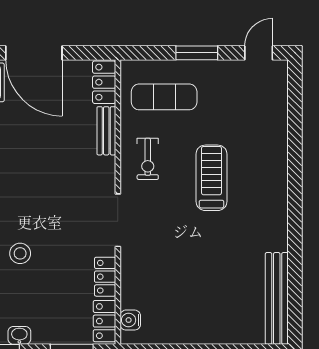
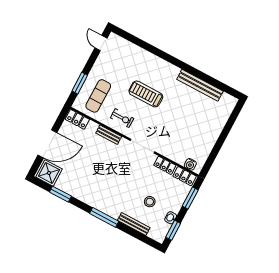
window: (197, 53) -> (80, 83), moved
bench: (106, 131) -> (109, 135), moved
stool: (20, 253) -> (150, 202), moved
bench: (277, 298) -> (200, 85), moved

